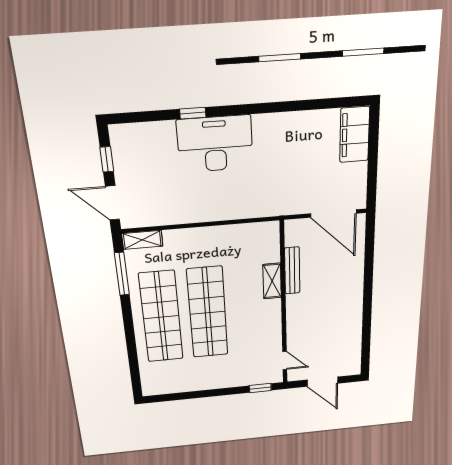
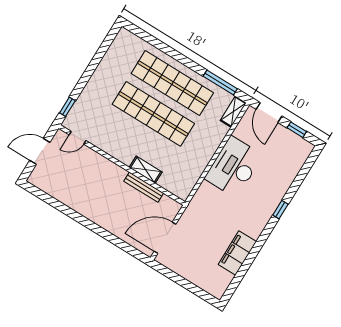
window: (193, 113) -> (280, 210), moved
filing cabinet: (355, 135) -> (237, 253), moved, turned -90
desk: (215, 144) -> (234, 167), moved, turned 180
door: (112, 203) -> (269, 113), swing flipped

